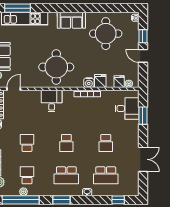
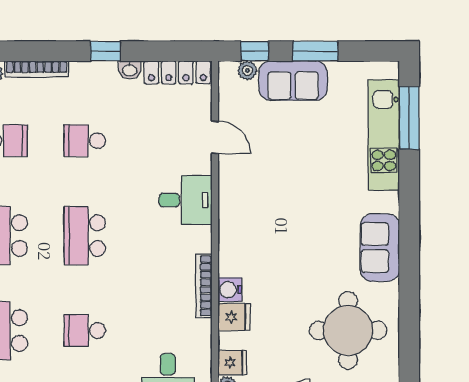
round table: (56, 67) -> (268, 211), removed
door: (14, 89) -> (215, 137), moved
school desk: (27, 143) -> (85, 141), turned 180
school desk: (66, 143) -> (85, 236), width x1.85

